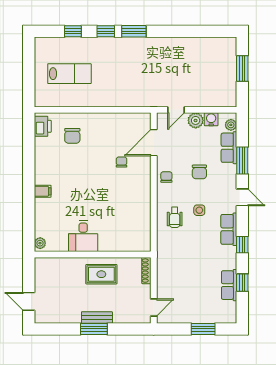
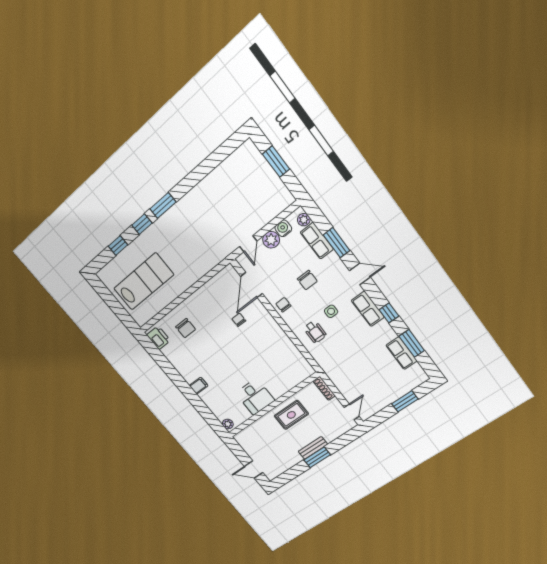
lab bench: (69, 74) -> (144, 282), width x1.36, depth x1.39
window: (242, 283) -> (412, 343), width x1.50

